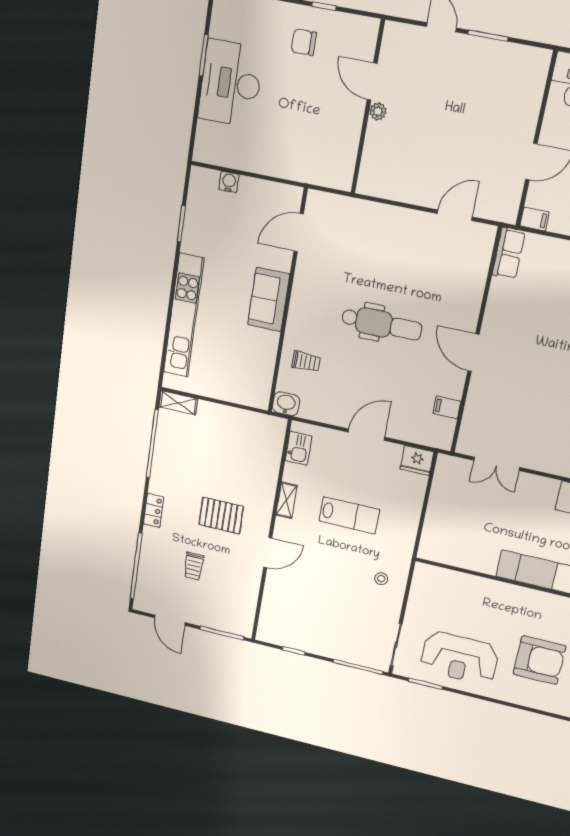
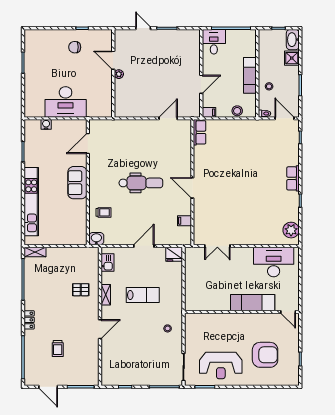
desk: (231, 83) -> (66, 102), moved, turned -90
pallet: (221, 516) -> (81, 290), moved, width x0.67, depth x0.71

